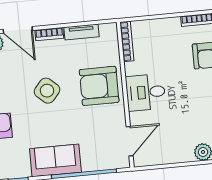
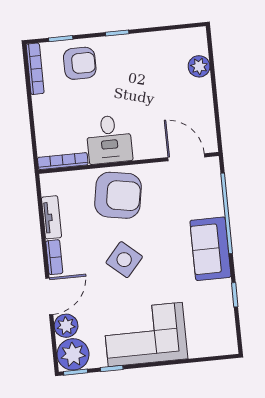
armchair: (99, 86) -> (118, 195), turned -80
desk: (146, 92) -> (109, 139), moved

